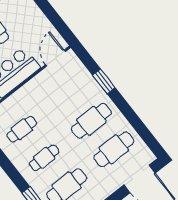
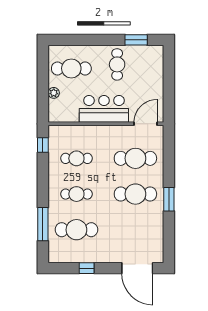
window: (104, 81) -> (169, 199), moved
cafe table: (114, 149) -> (135, 158), moved

